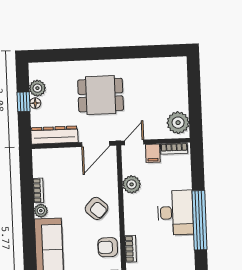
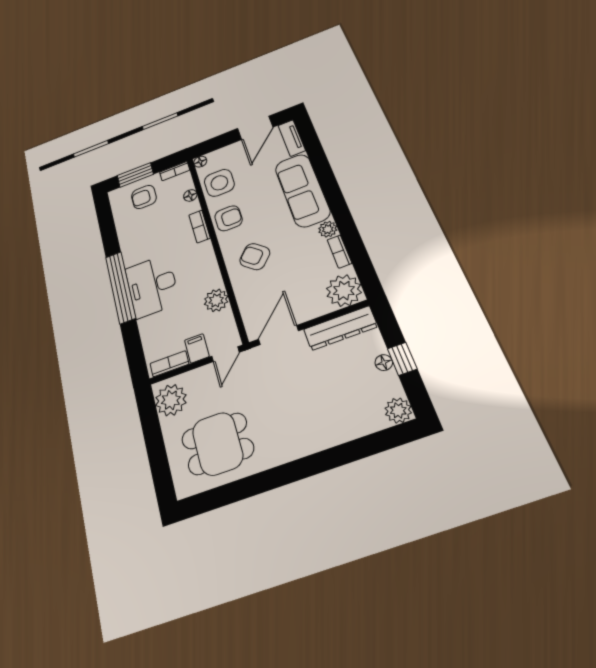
plant: (37, 88) -> (398, 410), moved
dining table: (101, 95) -> (218, 444), moved
plant: (44, 161) -> (344, 291), added

